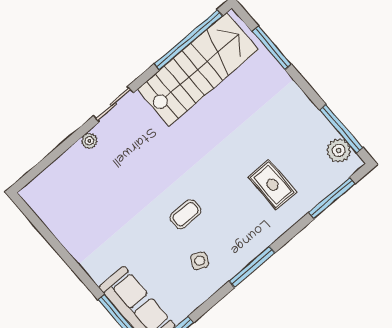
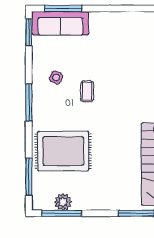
plant: (339, 151) -> (63, 202), moved
rug: (272, 185) -> (63, 151), width x1.86, depth x2.06

